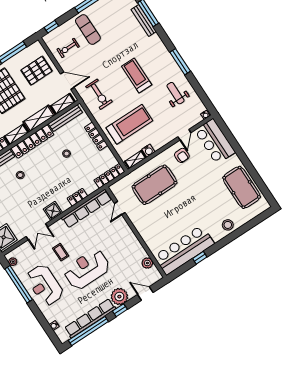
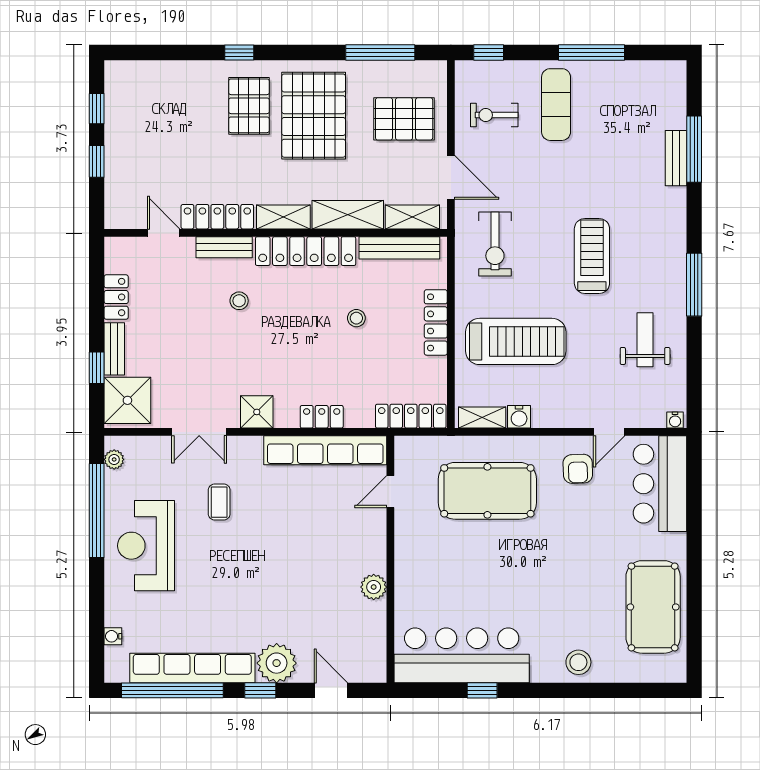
bench: (144, 20) -> (676, 158), width x0.73
plant: (147, 263) -> (374, 587), moved
reception desk: (87, 269) -> (248, 568), removed

